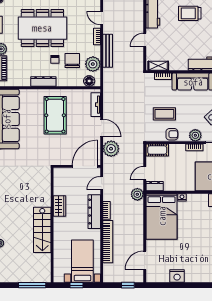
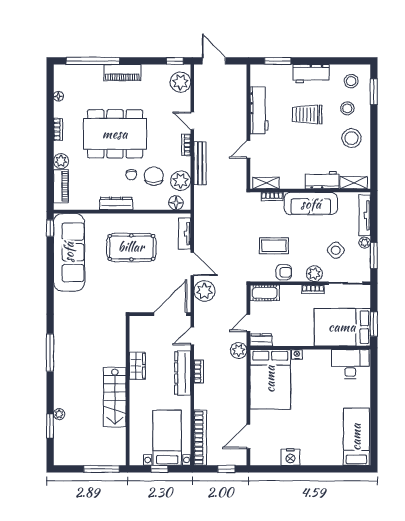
pool table: (55, 115) -> (131, 247), turned 90
bookcase: (108, 242) -> (200, 438), moved

